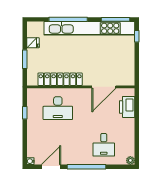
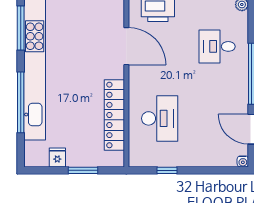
desk: (104, 145) -> (217, 46), turned 180

